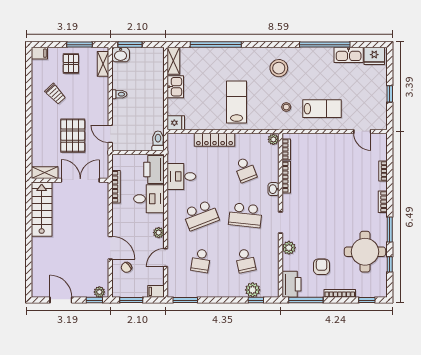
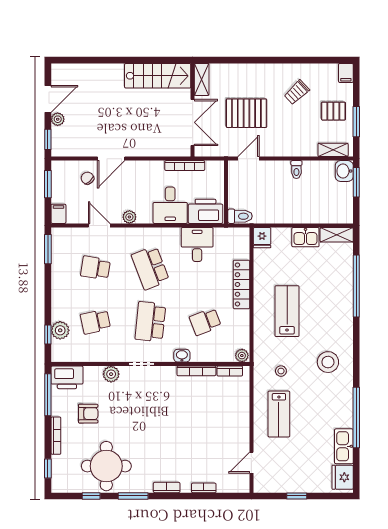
lab bench: (237, 102) -> (287, 311), turned -90
plant: (99, 292) -> (58, 119), moved

